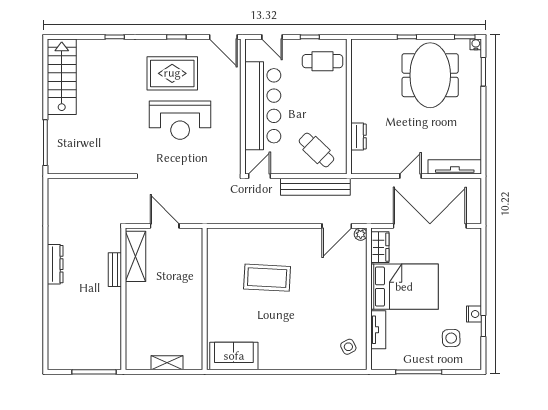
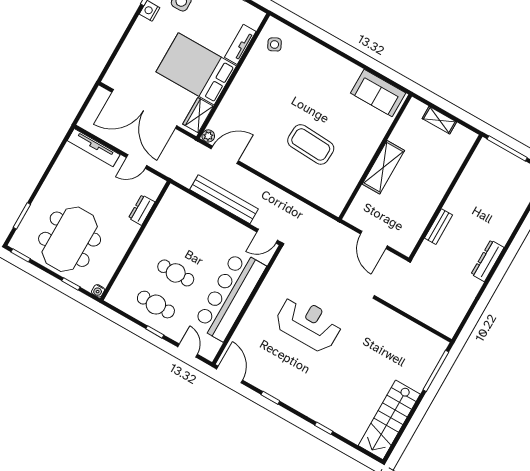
water cooler: (476, 44) -> (98, 291), moved
rug: (172, 73) -> (292, 368), removed
wall: (349, 106) -> (135, 241), moved
dresser: (359, 136) -> (142, 210), moved
cafe table: (316, 150) -> (176, 273), moved, turned -44
shelving: (135, 256) -> (383, 167), moved

